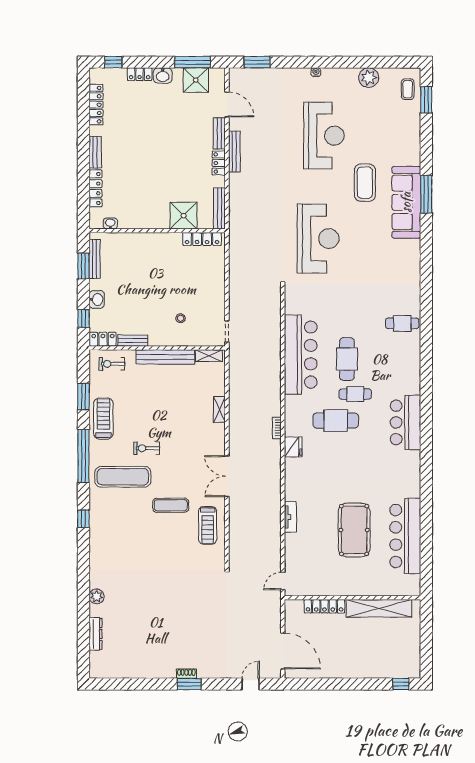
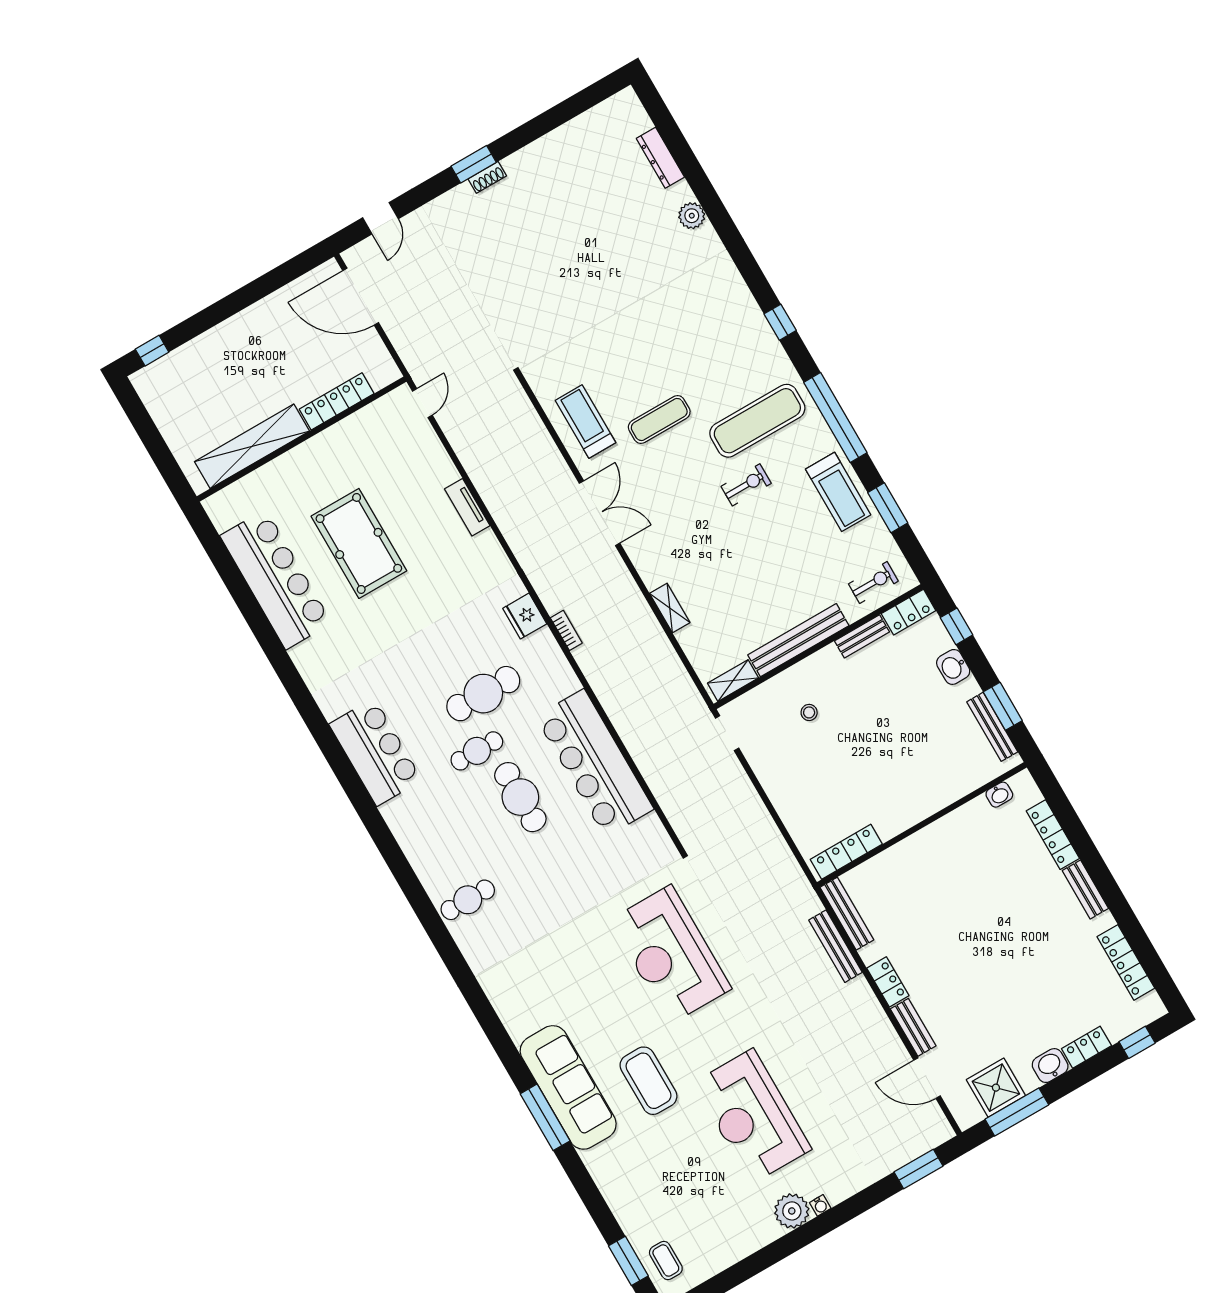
plant: (369, 78) -> (792, 1211), moved
bench: (234, 151) -> (835, 946), moved
shower: (184, 216) -> (895, 871), removed

